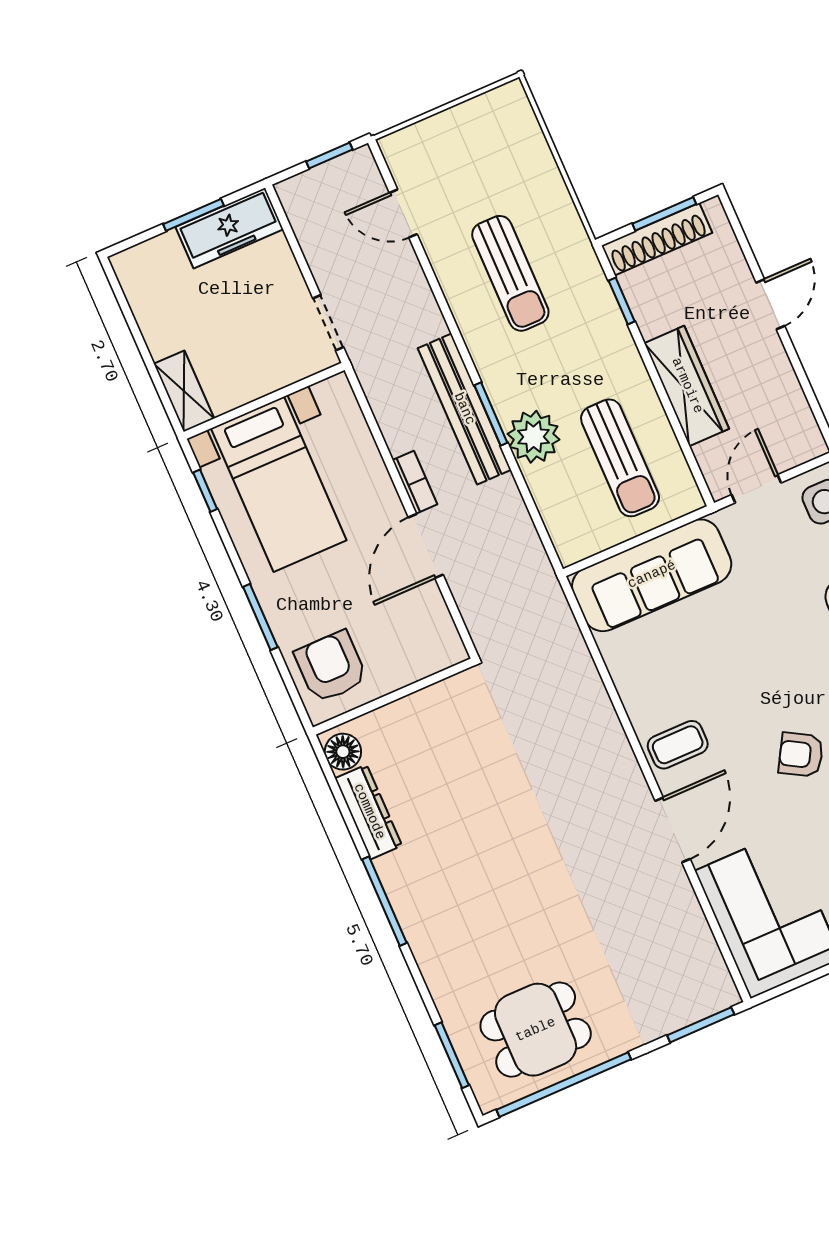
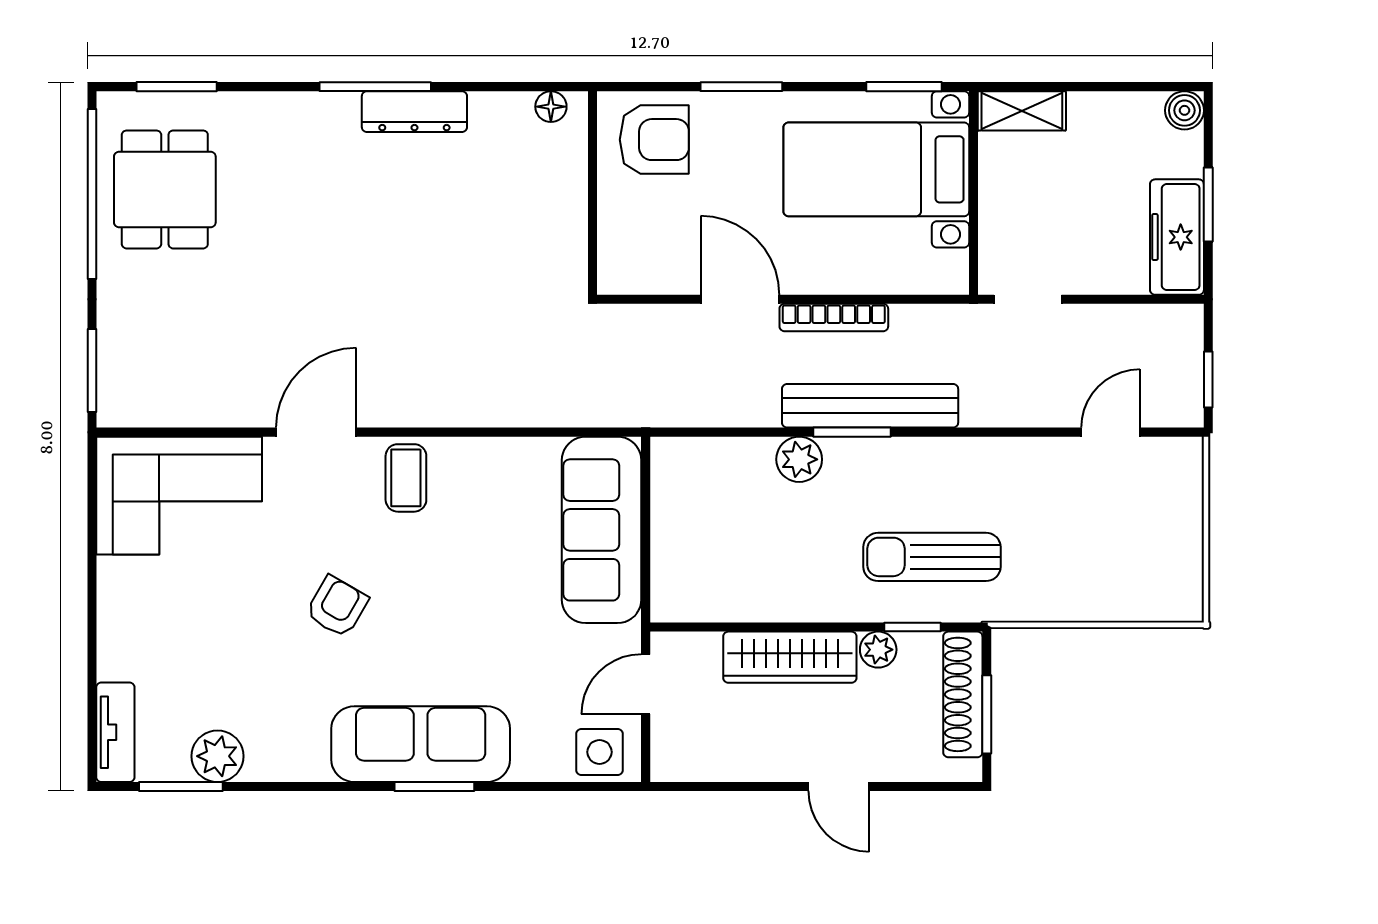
boiler: (129, 265) -> (1184, 110), added
sun lounger: (510, 273) -> (932, 557), moved
plant: (651, 320) -> (878, 650), added
plant: (534, 437) -> (799, 459), width x0.73, depth x0.73
sun lounger: (620, 458) -> (744, 551), removed
bookcase: (415, 482) -> (834, 318), width x1.56
door: (756, 489) -> (646, 684), swing flipped
window: (205, 491) -> (904, 87), width x1.50
floor lamp: (343, 752) -> (551, 107), width x0.73, depth x0.73
dresser: (369, 812) -> (414, 112), moved
door: (673, 830) -> (316, 432), swing flipped

